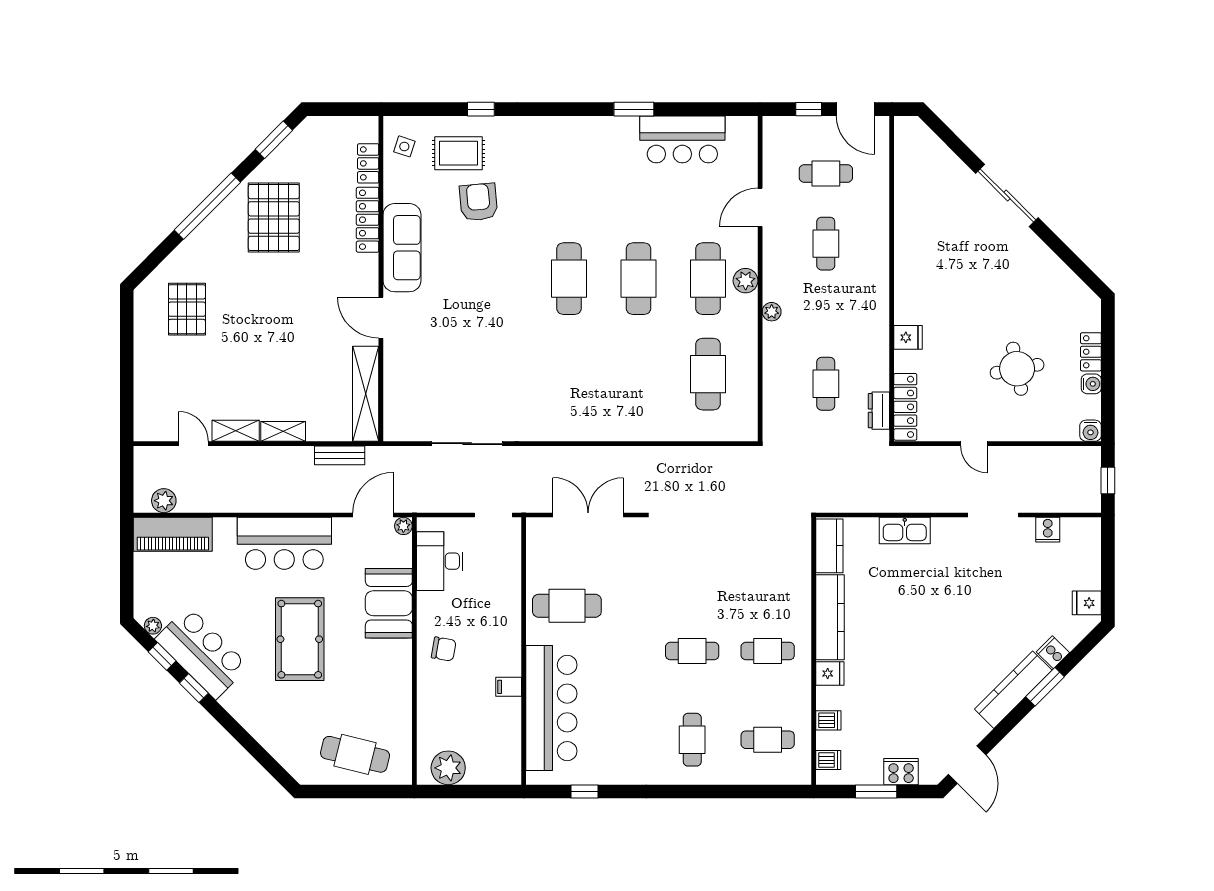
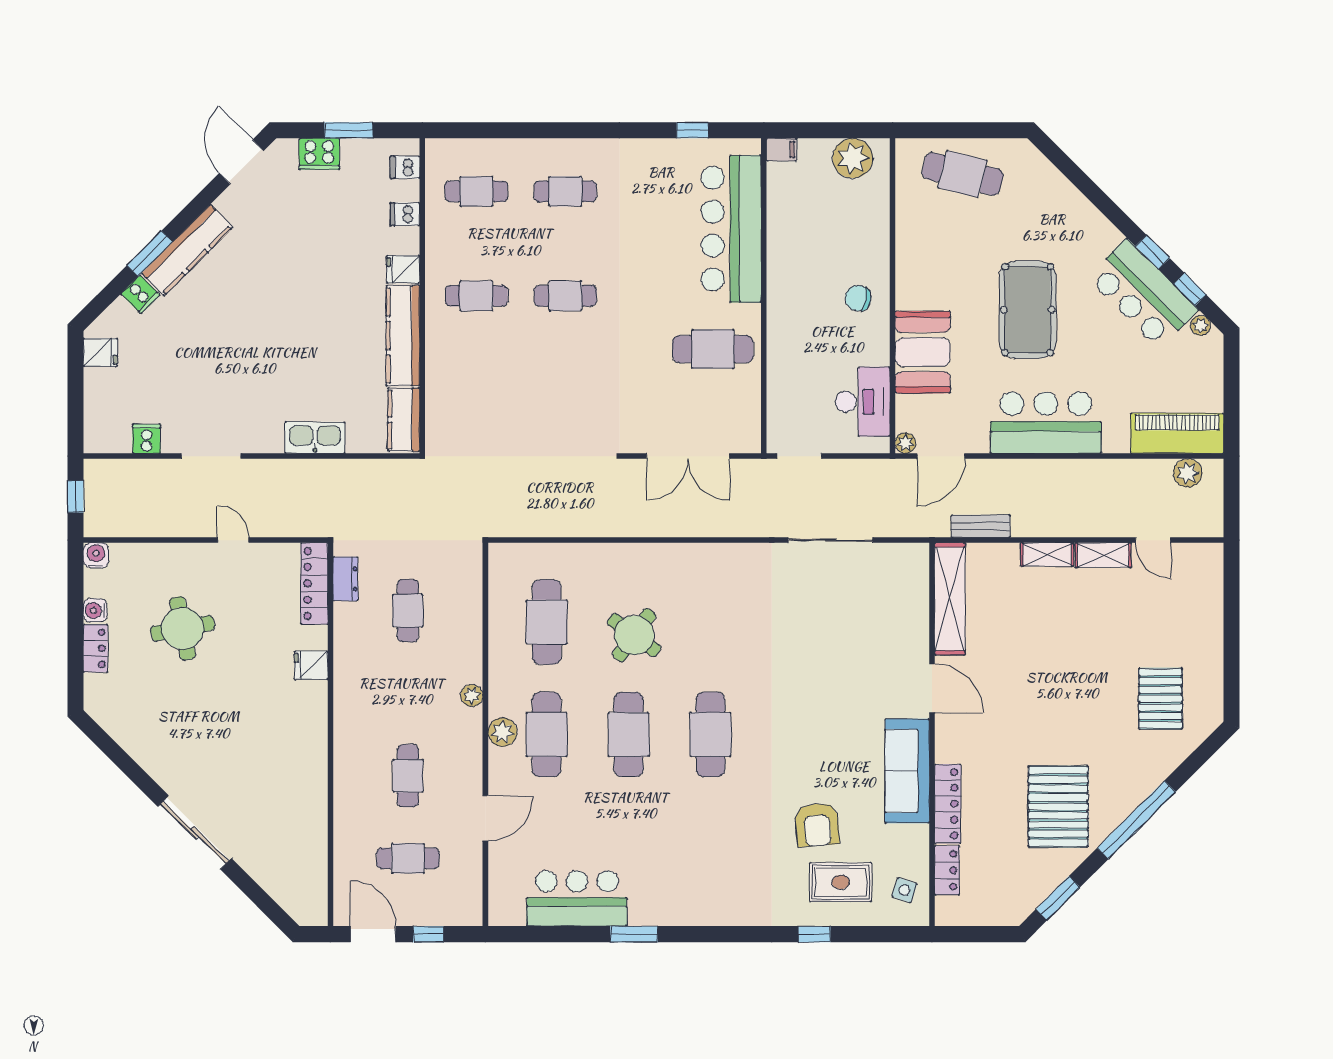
round table: (634, 363) -> (634, 635), added
filing cabinet: (509, 687) -> (782, 150), moved
cafe table: (692, 740) -> (565, 191), turned 90

